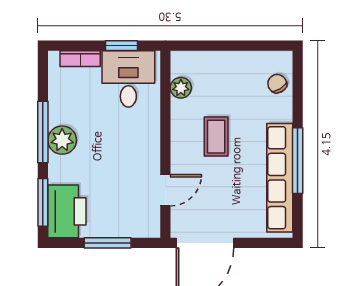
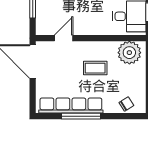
plant: (181, 88) -> (129, 53), width x1.88, depth x1.88
door: (165, 190) -> (64, 38), swing flipped

